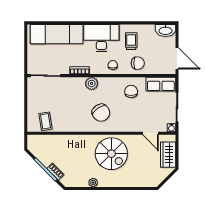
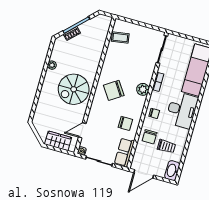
trolley: (131, 41) -> (166, 146), moved

